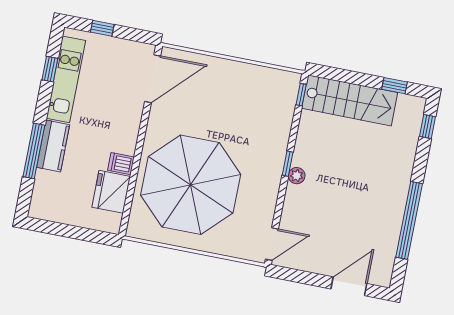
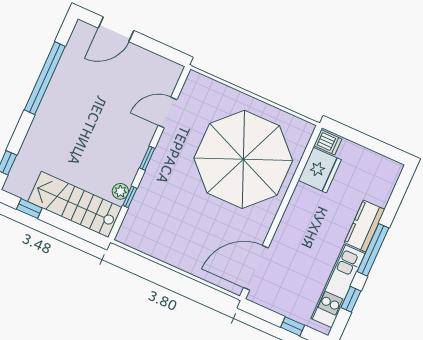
window: (301, 95) -> (130, 197), moved
window: (34, 151) -> (373, 250), moved
dishwasher: (121, 164) -> (328, 142), moved
plant: (297, 176) -> (120, 191), moved
door: (272, 244) -> (168, 112), moved

